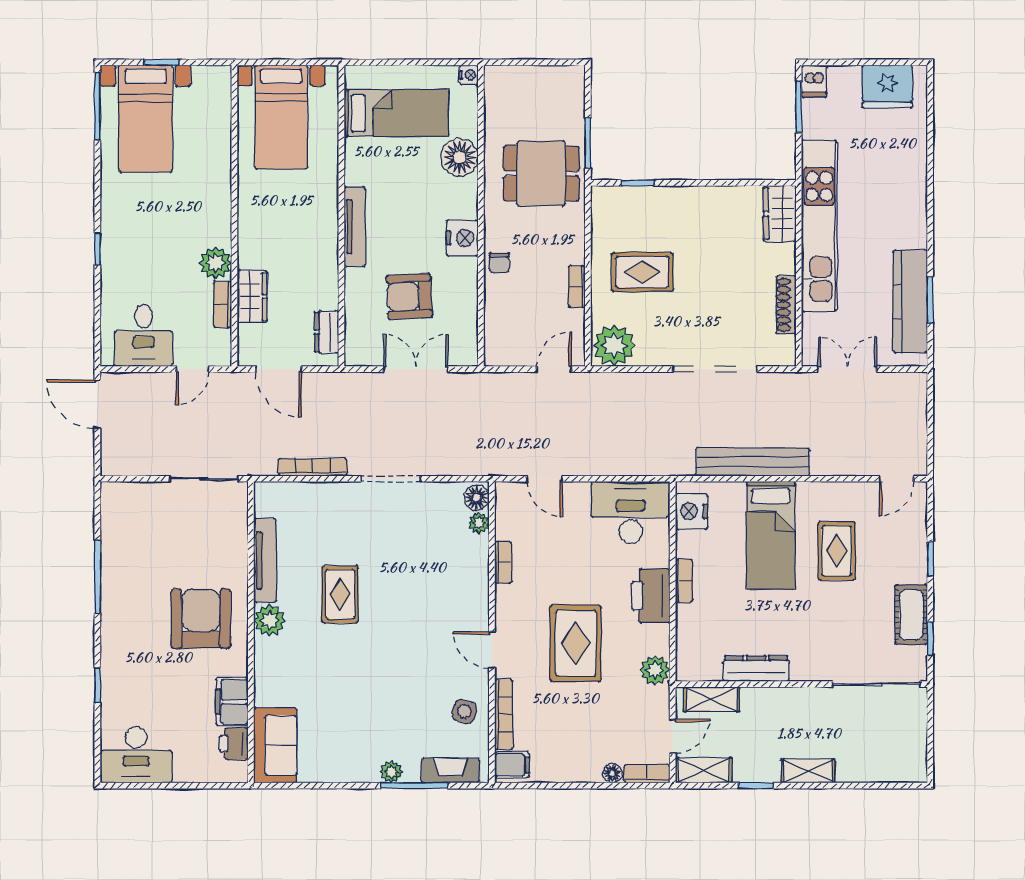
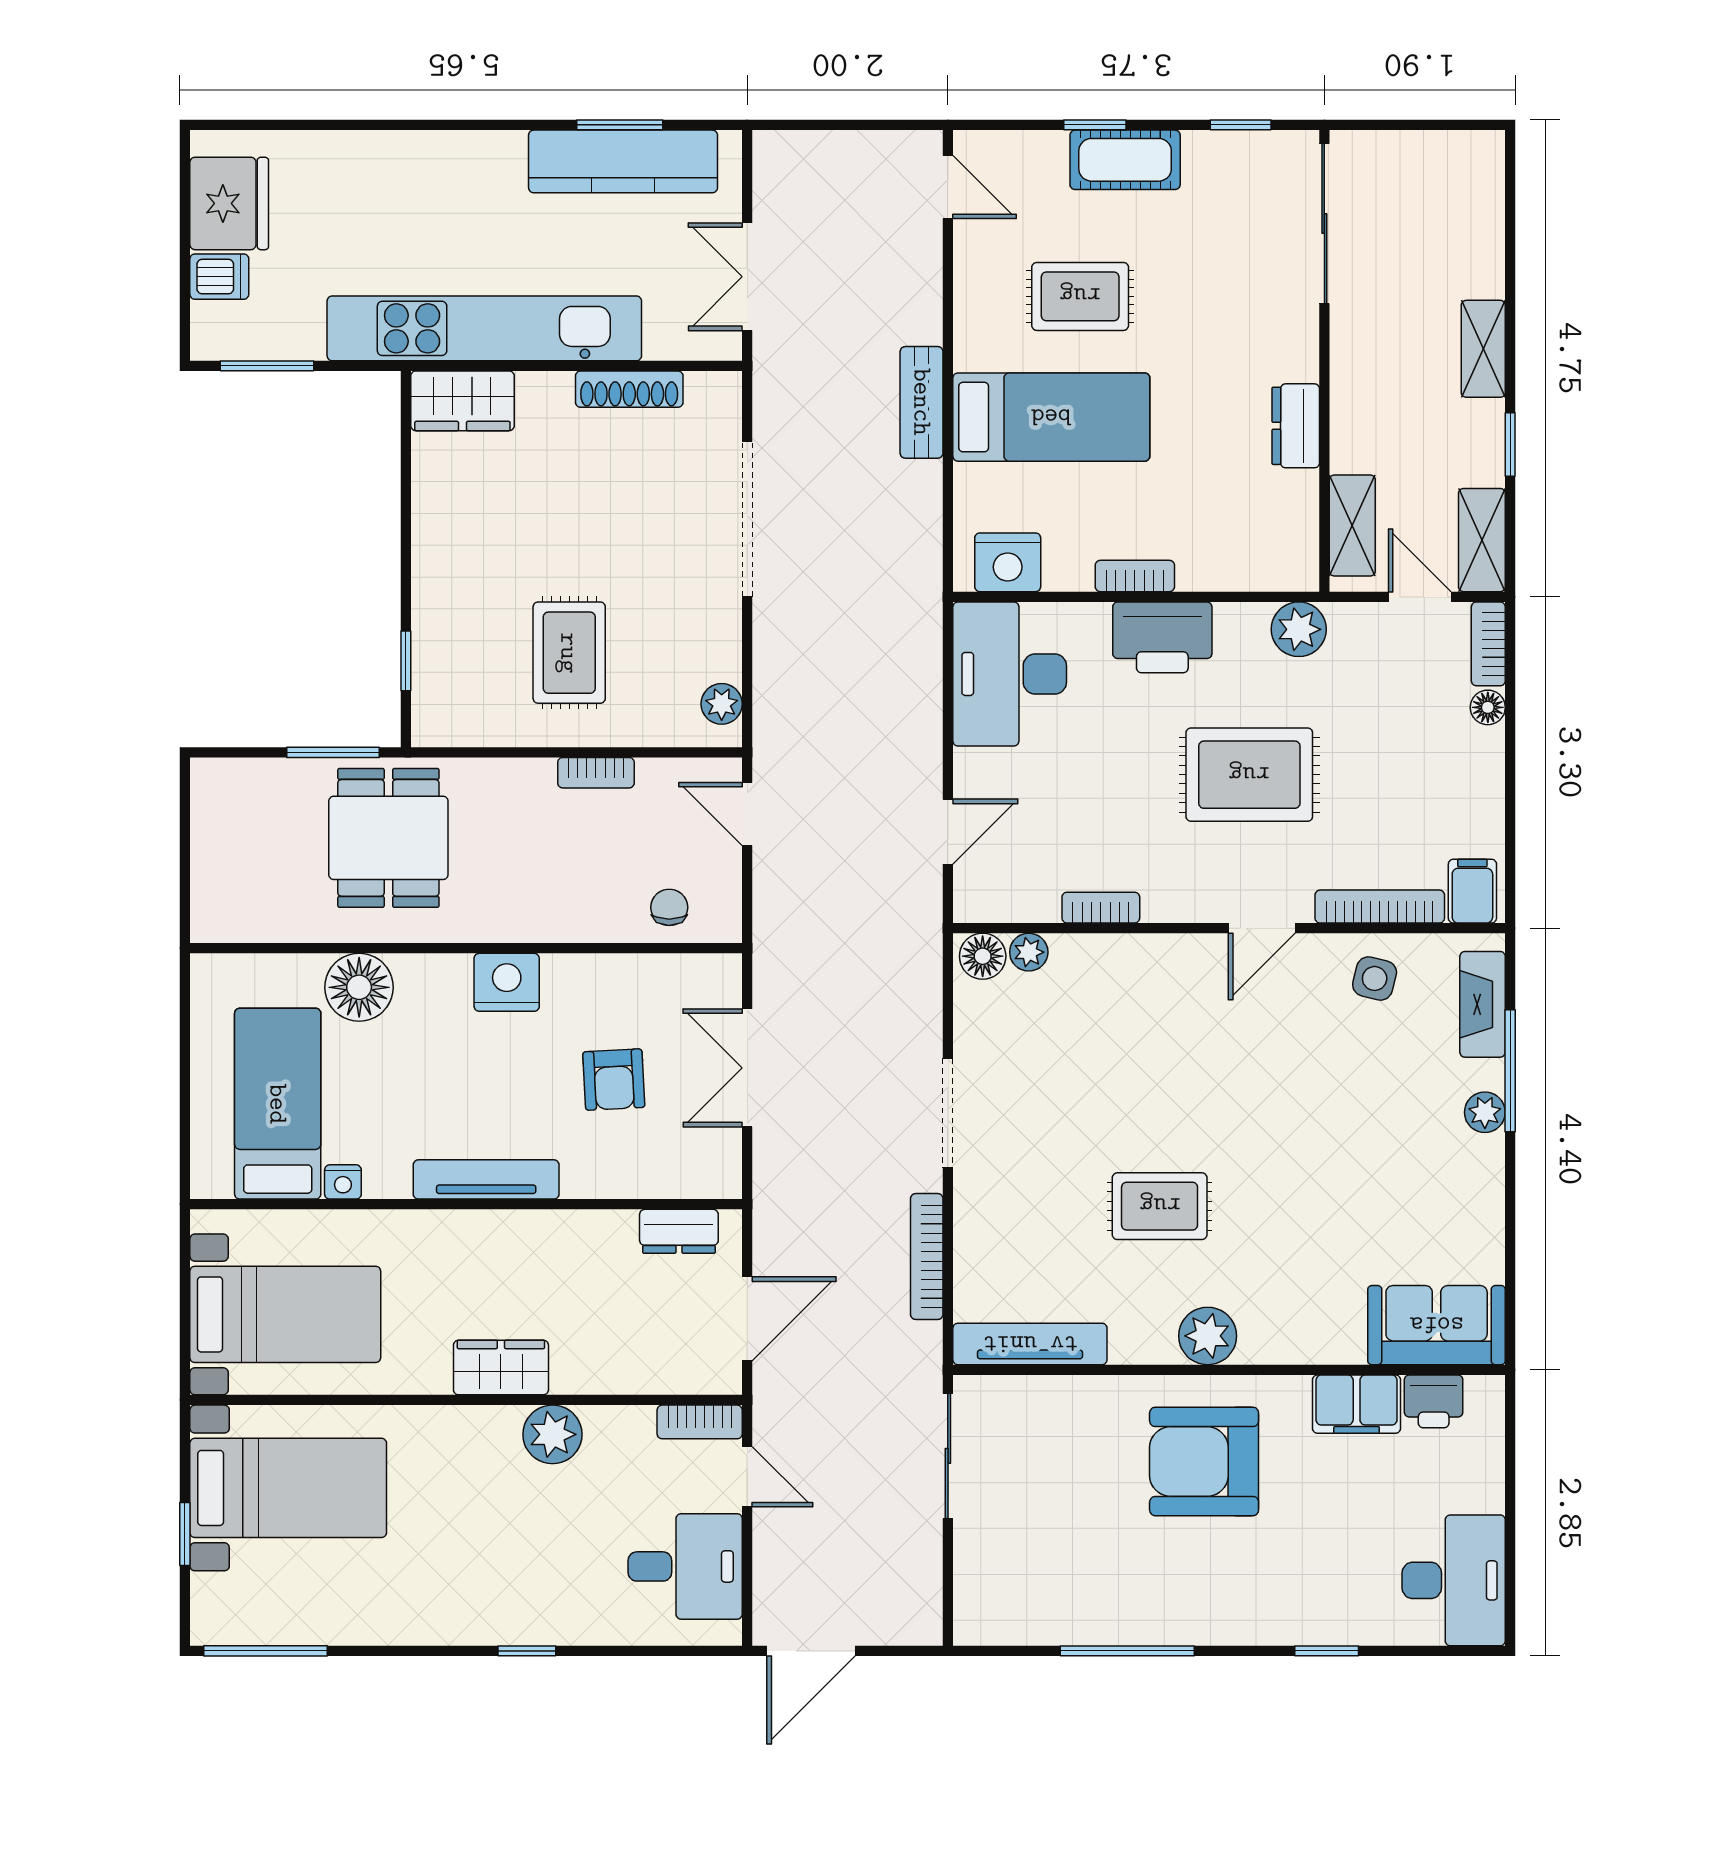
nightstand: (469, 75) -> (343, 1182), moved, turned 180
dishwasher: (814, 81) -> (219, 277), moved
bed with nightstands: (145, 119) -> (288, 1488), moved
chair: (499, 263) -> (669, 907), moved, turned -90
wardrobe: (252, 296) -> (501, 1367), moved
armchair: (409, 296) -> (614, 1080), width x0.72, depth x0.72
bookcase: (222, 304) -> (700, 1422), moved
plant: (614, 345) -> (722, 704), width x0.53, depth x0.53
bench: (752, 462) -> (922, 402), width x0.54, depth x0.82
tv unit: (265, 561) -> (1030, 1344), moved
cot: (911, 615) -> (1125, 160), moved
dresser: (756, 669) -> (1296, 426), width x0.70

